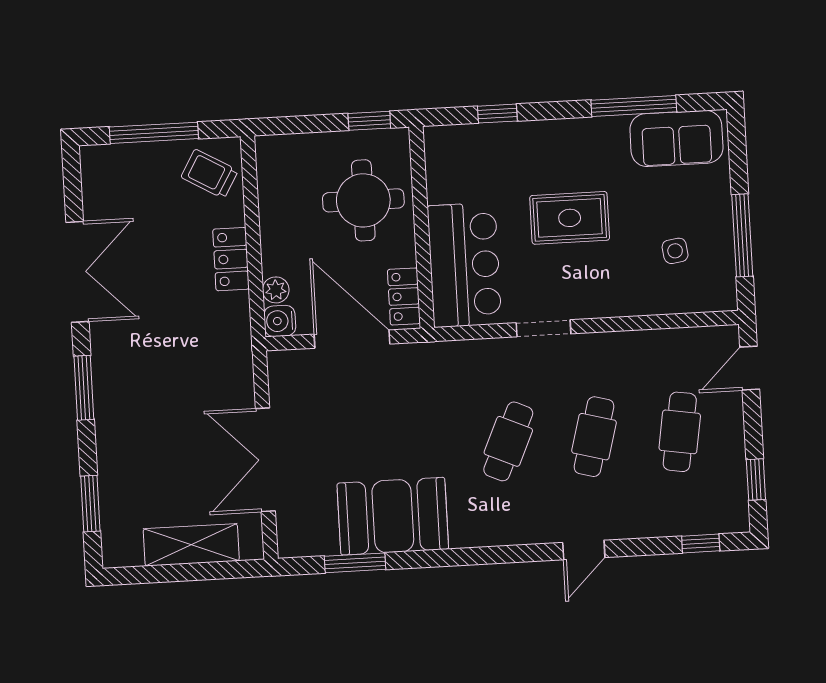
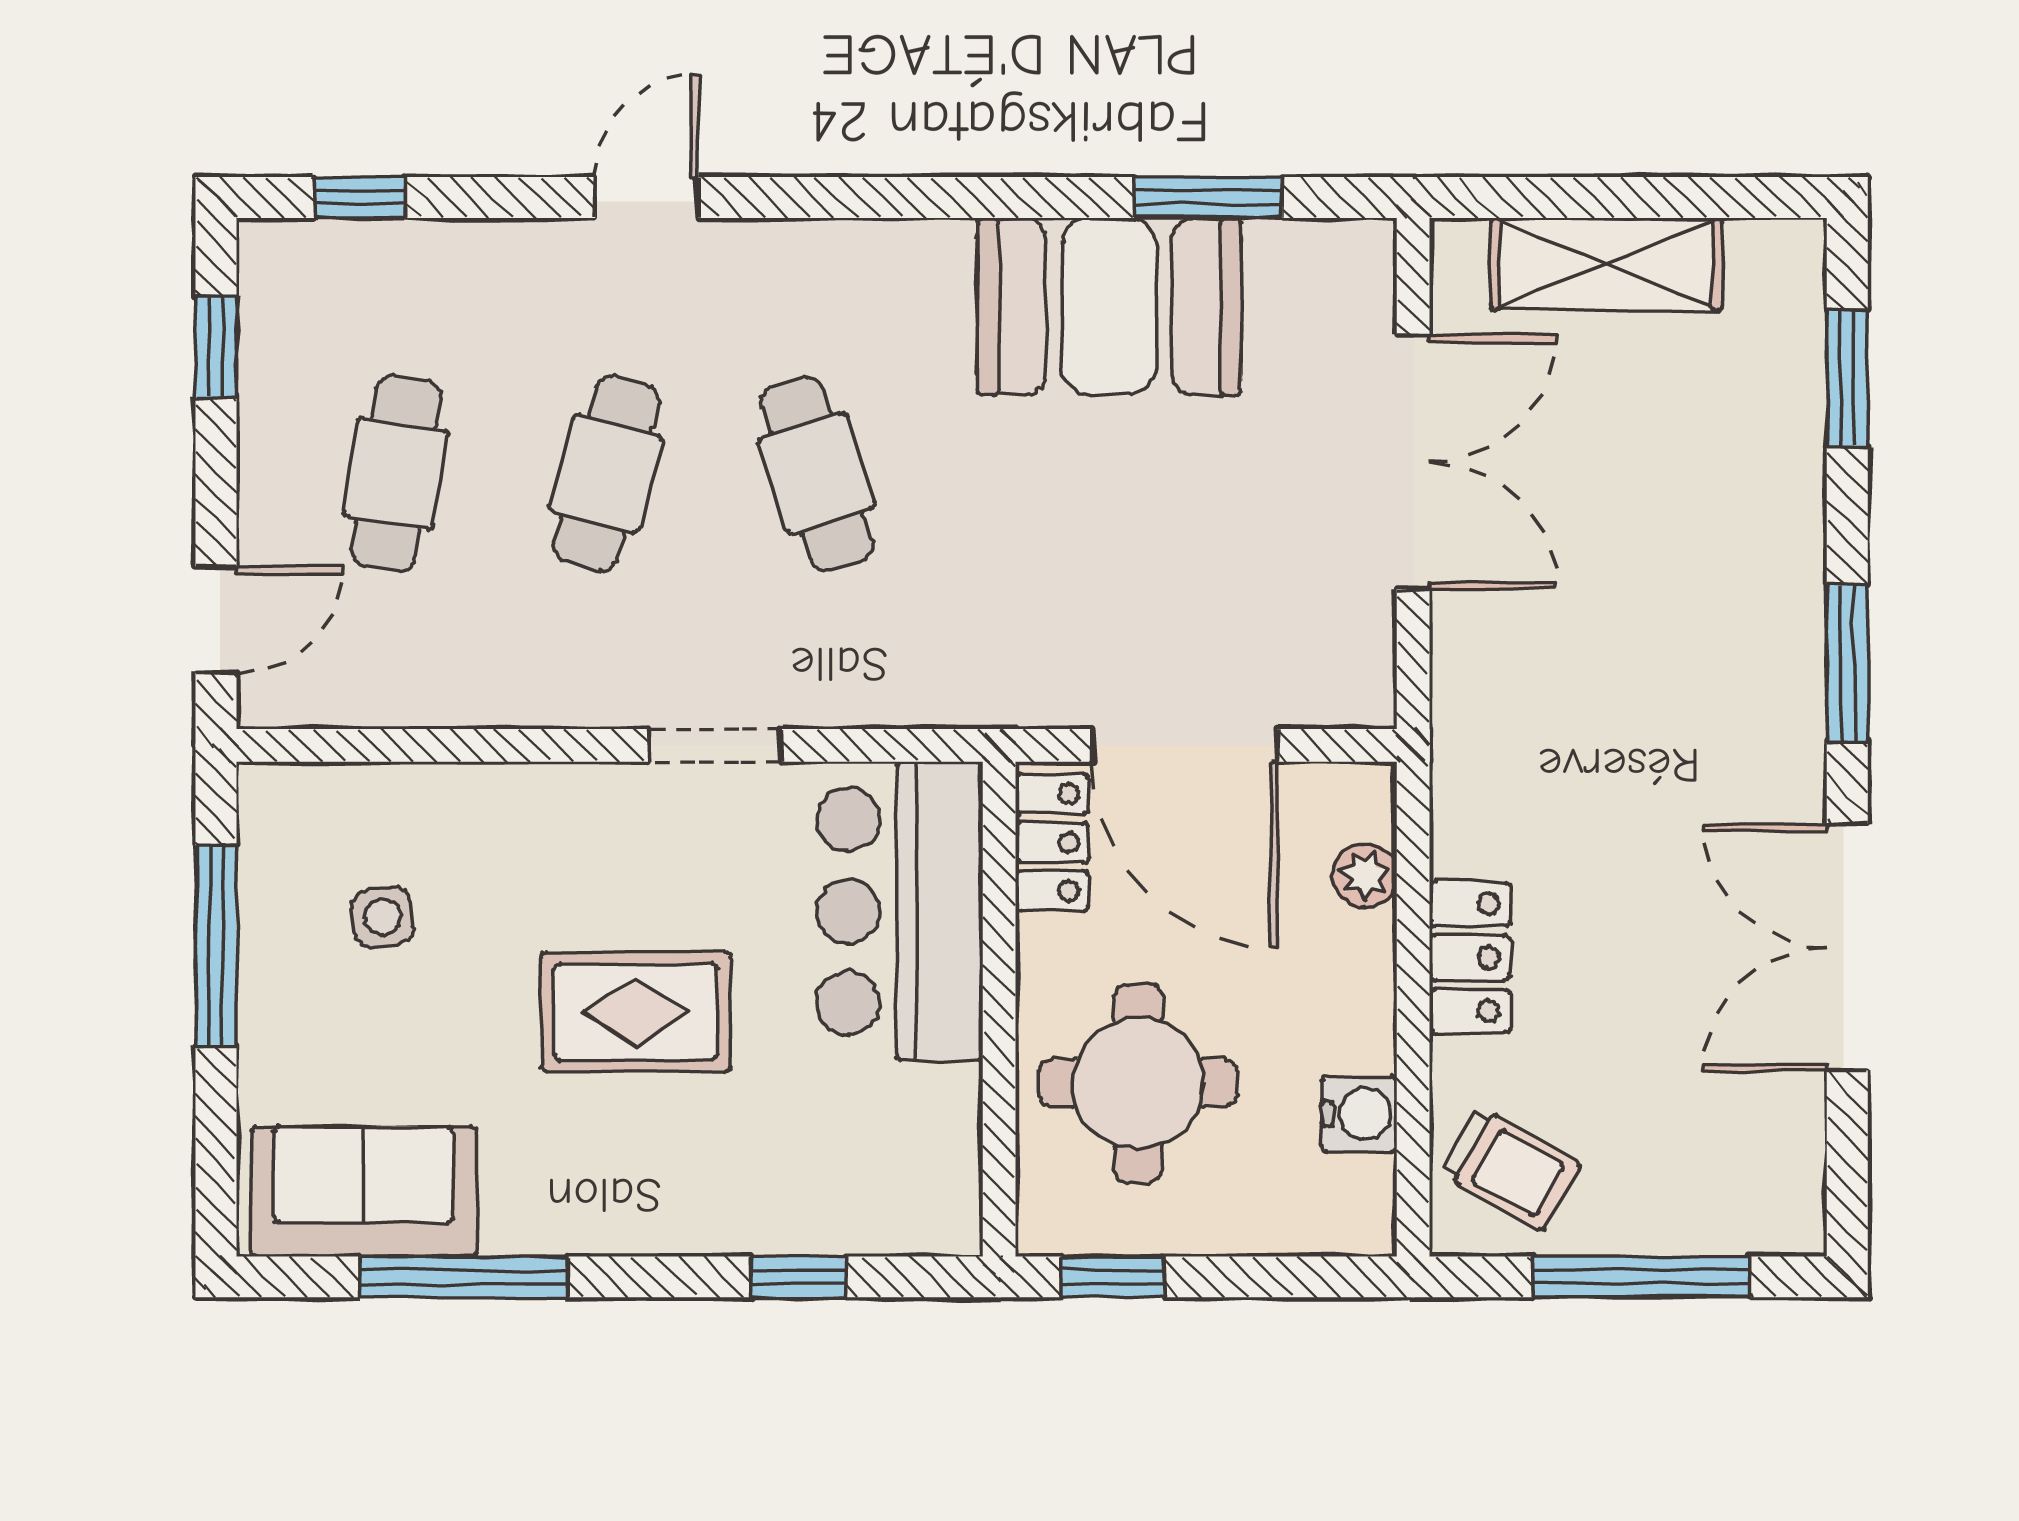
water cooler: (280, 321) -> (1359, 1114), moved
cafe table: (508, 441) -> (817, 473), turned -42

